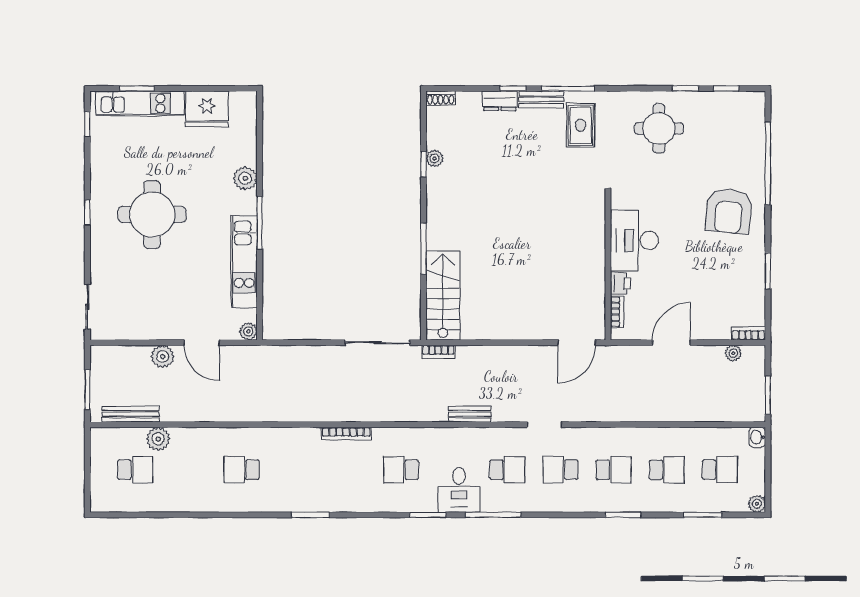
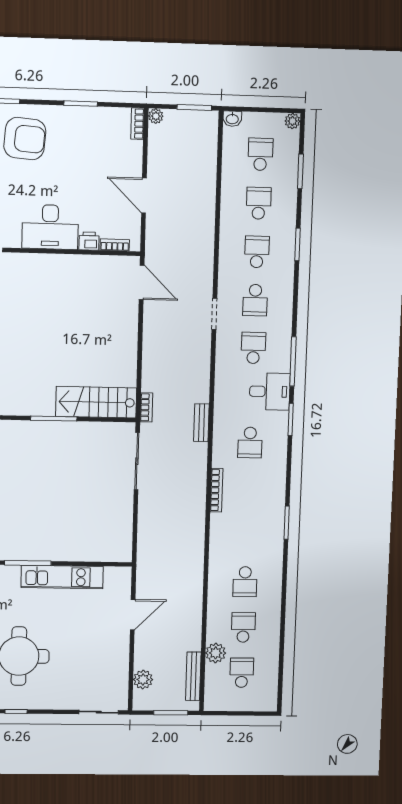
plant: (248, 331) -> (124, 574), removed
plant: (733, 353) -> (156, 116), moved
plant: (163, 356) -> (143, 680), moved
bench: (470, 414) -> (201, 423), moved
school desk: (188, 470) -> (243, 627), added

